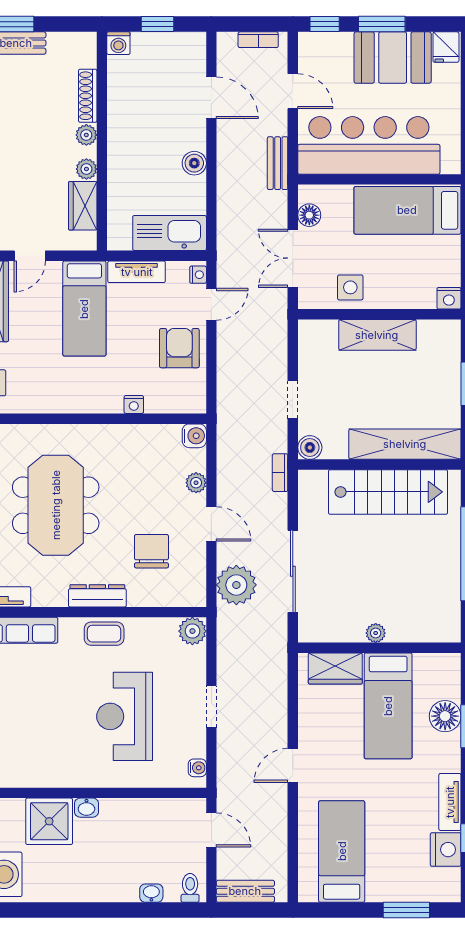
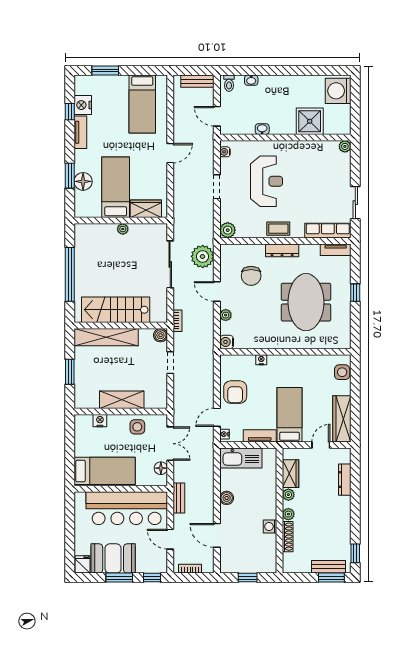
washing machine: (118, 43) -> (270, 526), moved, turned -90
nightstand: (449, 298) -> (100, 421), moved
washbasin: (86, 808) -> (262, 129), moved

